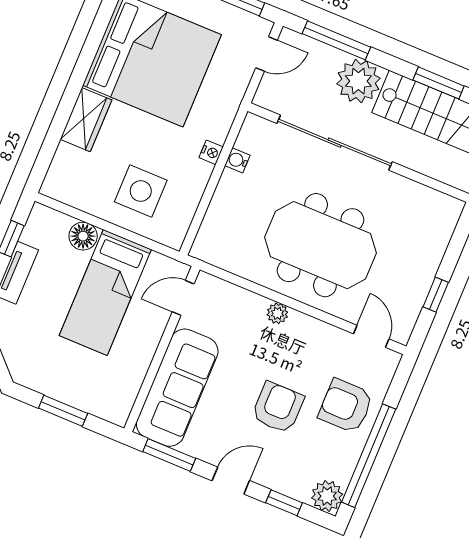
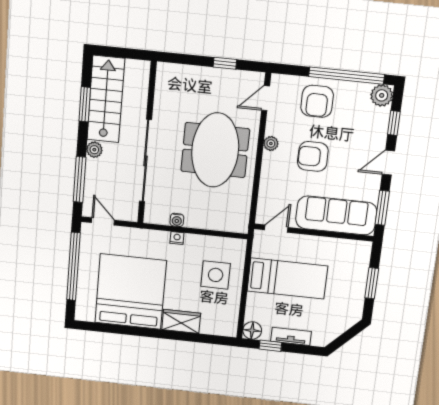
plant: (358, 81) -> (94, 150), width x0.53, depth x0.53
floor lamp: (83, 236) -> (252, 330), moved
door: (183, 298) -> (276, 229), swing flipped
plant: (277, 313) -> (271, 143), moved
armchair: (278, 407) -> (313, 156), moved
door: (231, 481) -> (388, 163), hinge flipped

